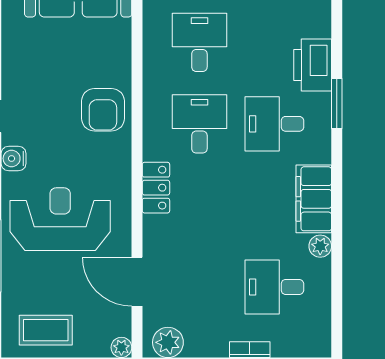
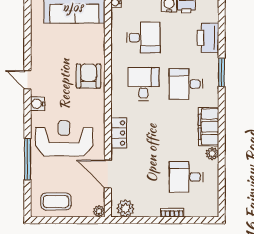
desk: (199, 42) -> (143, 38), turned 90
printer: (313, 65) -> (208, 38), moved
armchair: (103, 110) -> (88, 76), turned 180
locker: (156, 188) -> (119, 133), moved

